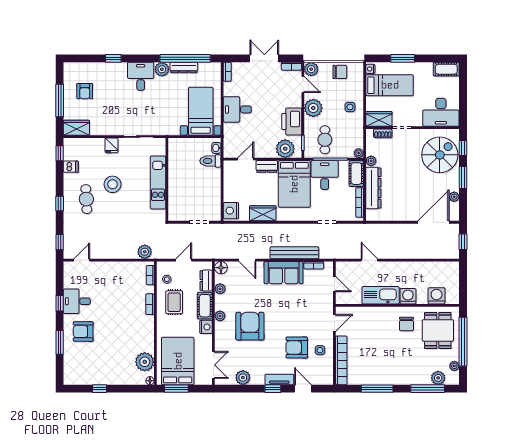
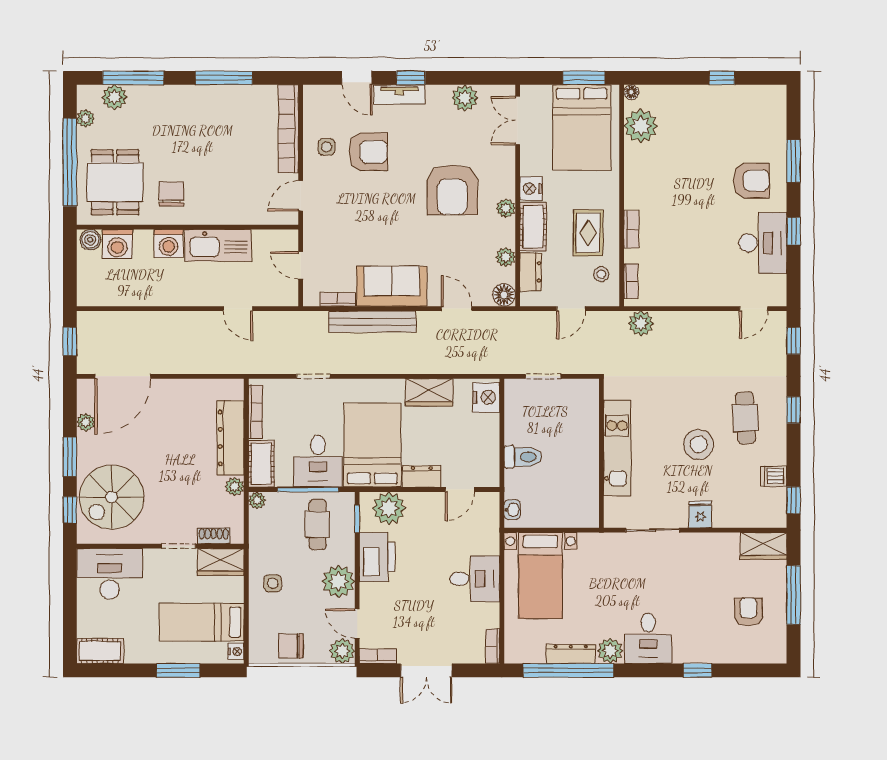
toilet: (210, 161) -> (523, 457), moved
boiler: (452, 298) -> (90, 240), added
desk: (77, 301) -> (763, 243), width x1.37

